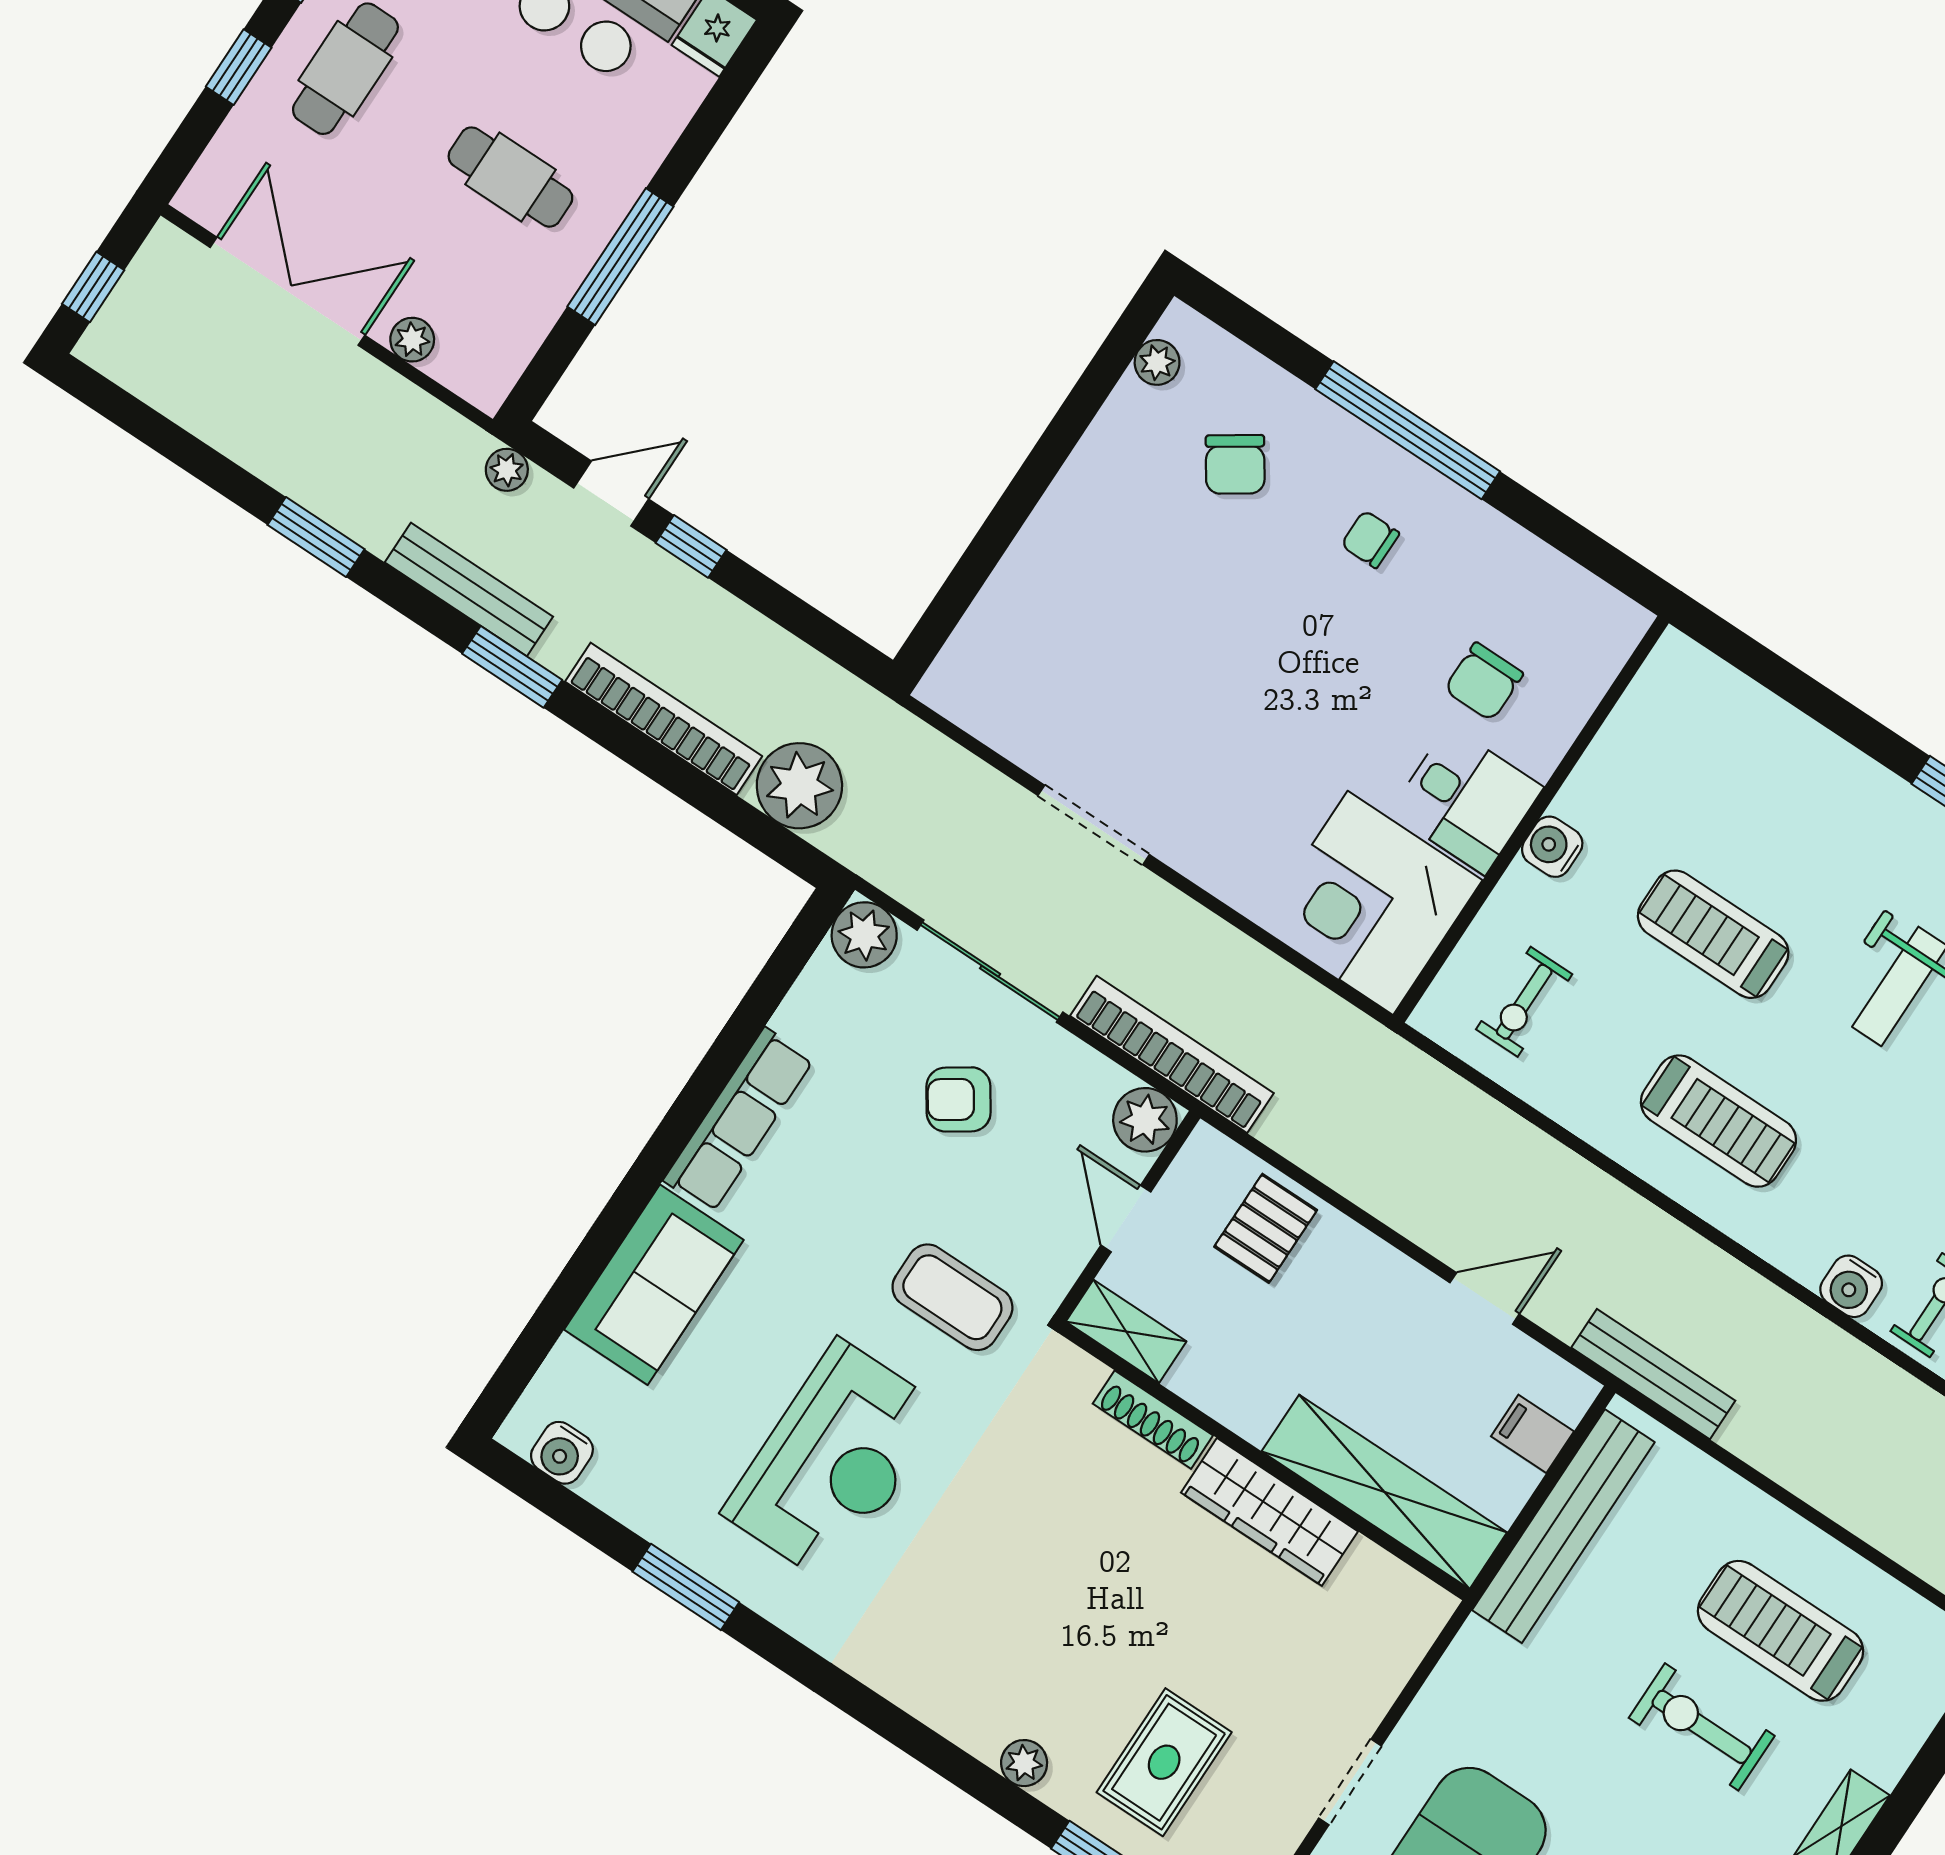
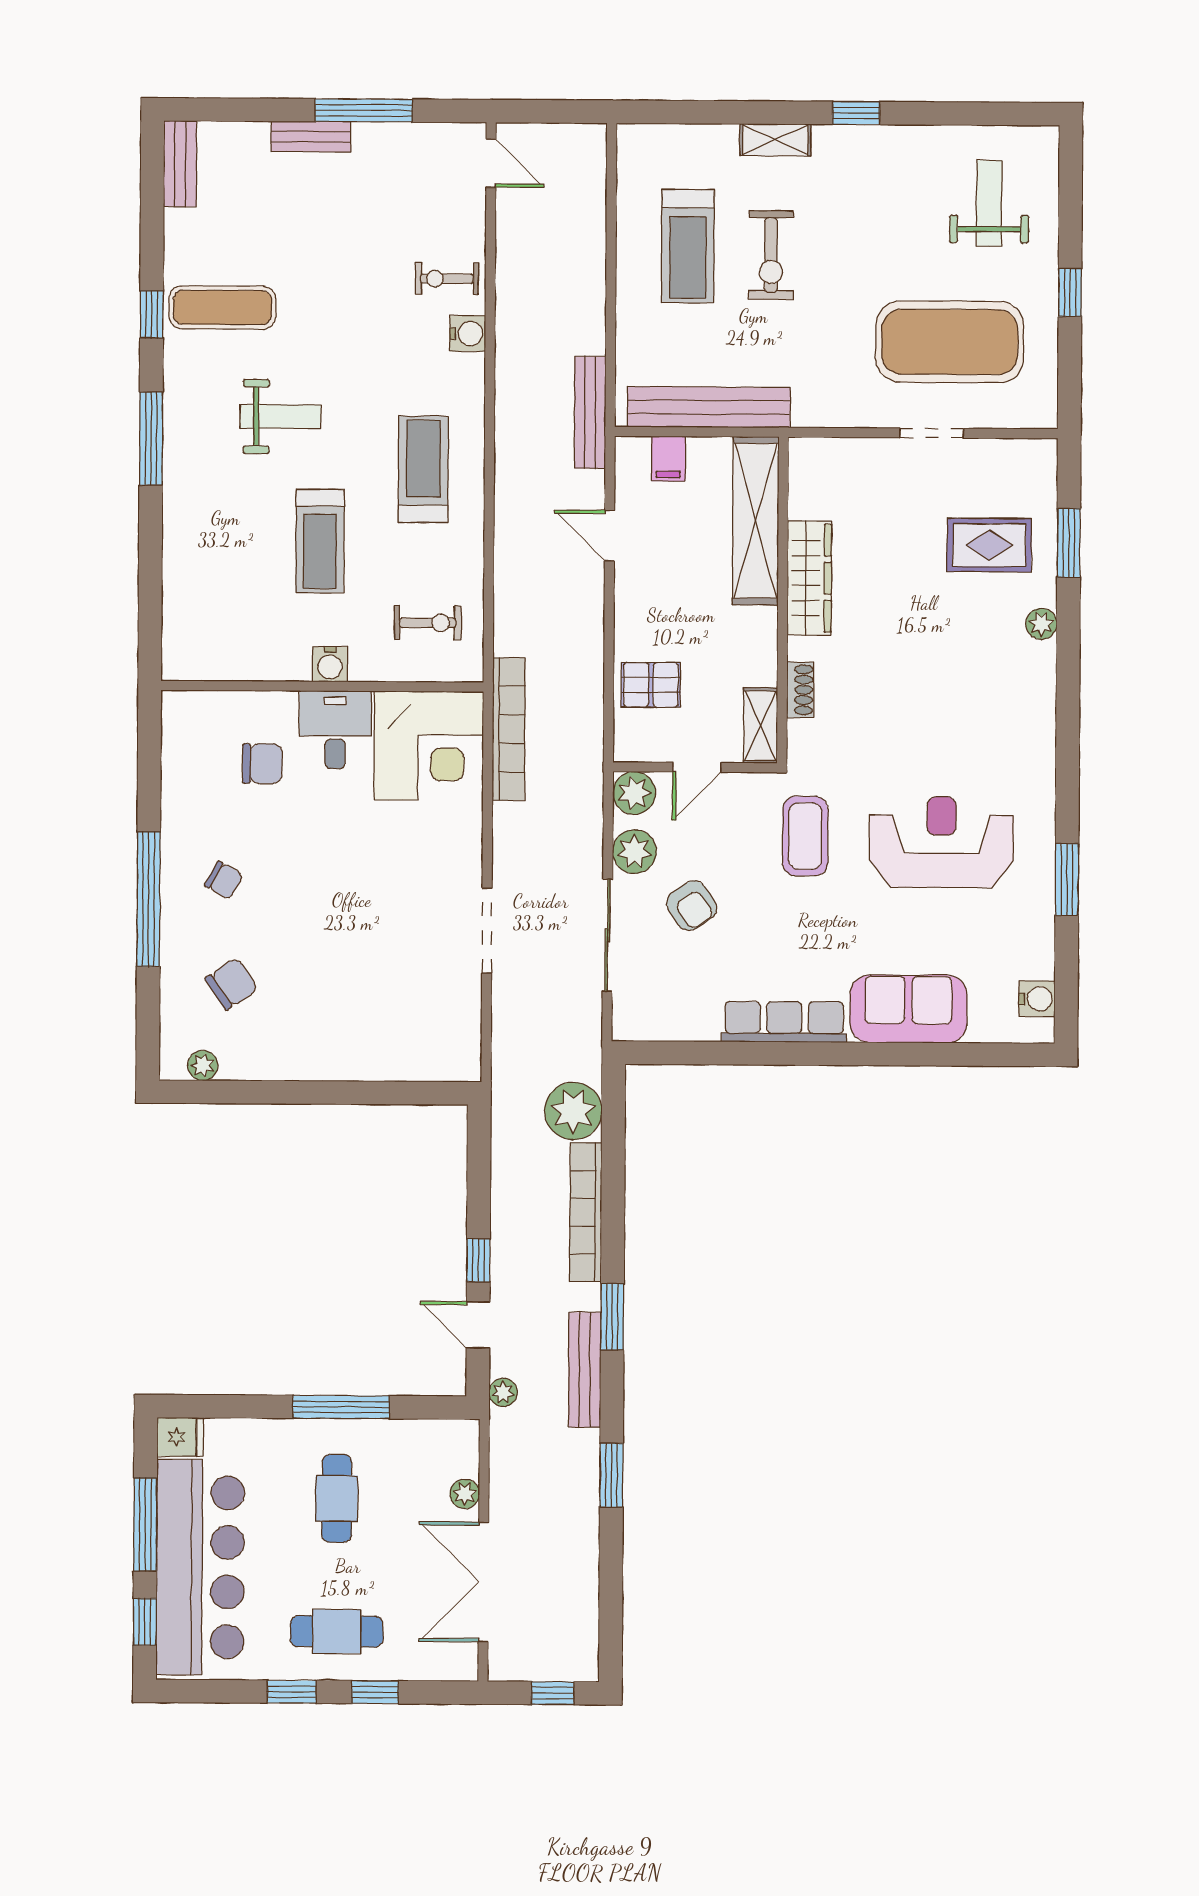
chair: (1370, 539) -> (224, 880), turned -61
plant: (864, 935) -> (634, 852), moved
bookcase: (1172, 1054) -> (509, 729), moved, turned 180
shoe rack: (1153, 1420) -> (800, 690), width x0.70

